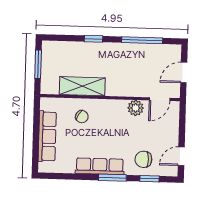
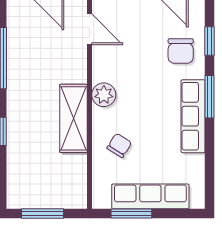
shelving: (82, 86) -> (74, 118), moved
plant: (136, 108) -> (104, 95), moved
window: (36, 123) -> (131, 214), added

